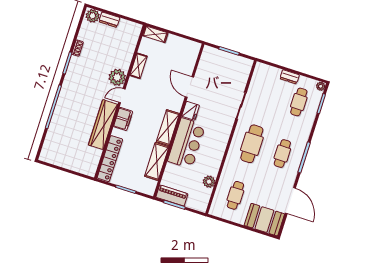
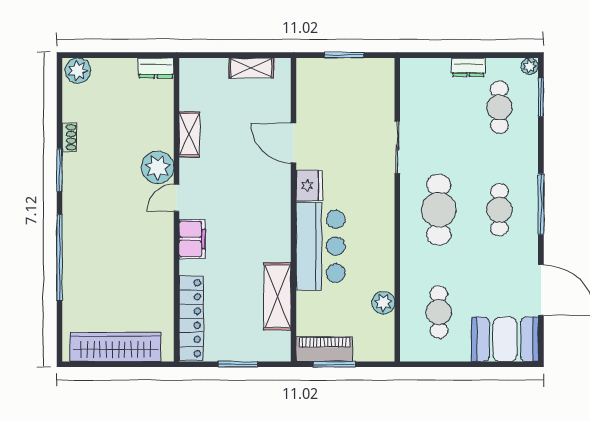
dresser: (109, 20) -> (156, 68), moved
shelving: (155, 34) -> (251, 68), moved
wardrobe: (103, 125) -> (116, 347), moved, turned 90
shelving: (168, 128) -> (278, 229), removed

